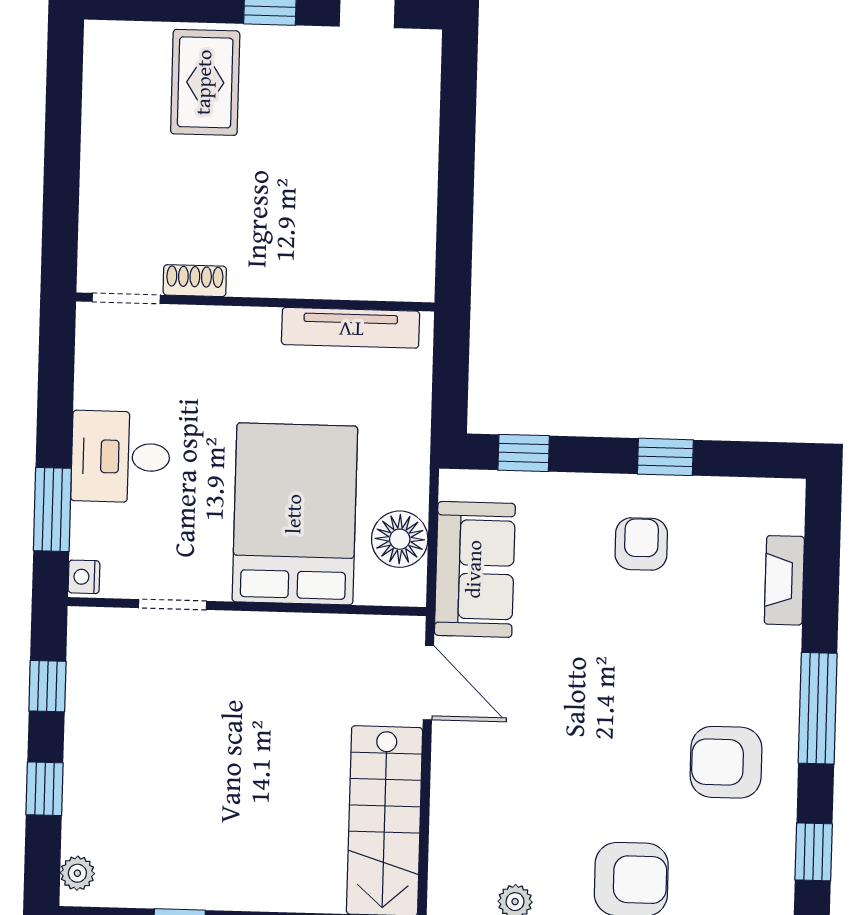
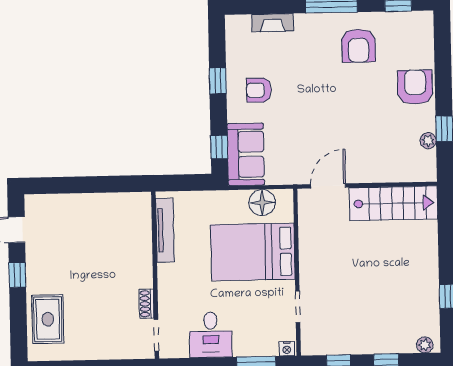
rug: (205, 82) -> (48, 319), moved, turned 90
desk: (121, 457) -> (211, 335), moved
sofa: (475, 569) -> (246, 154), moved, turned 90

